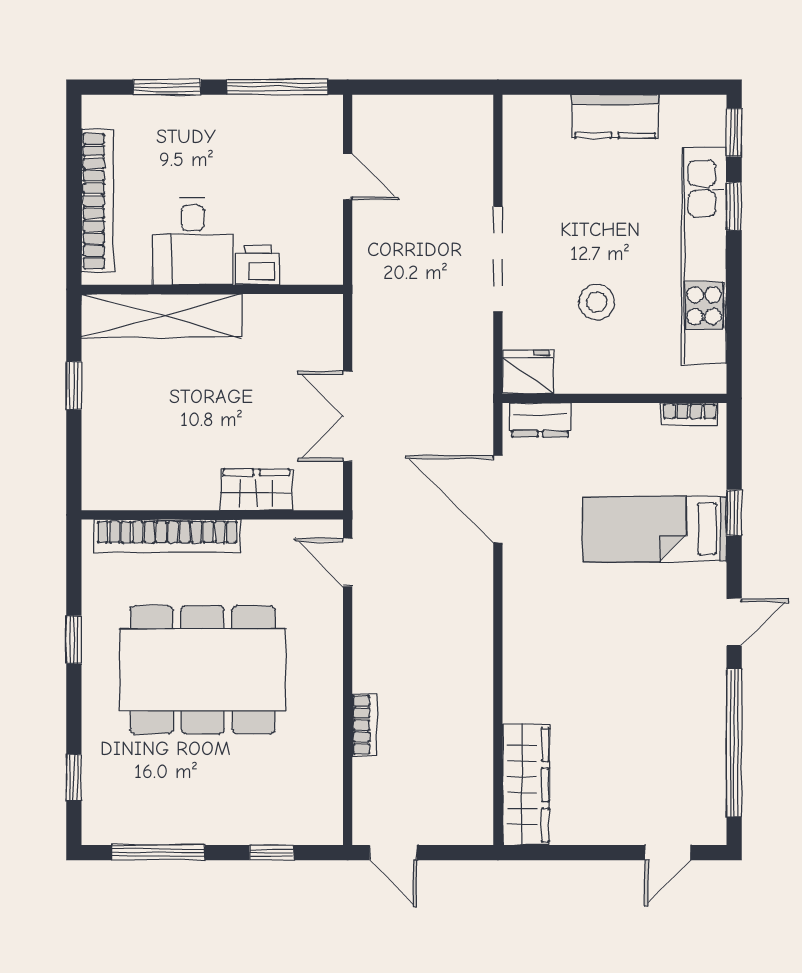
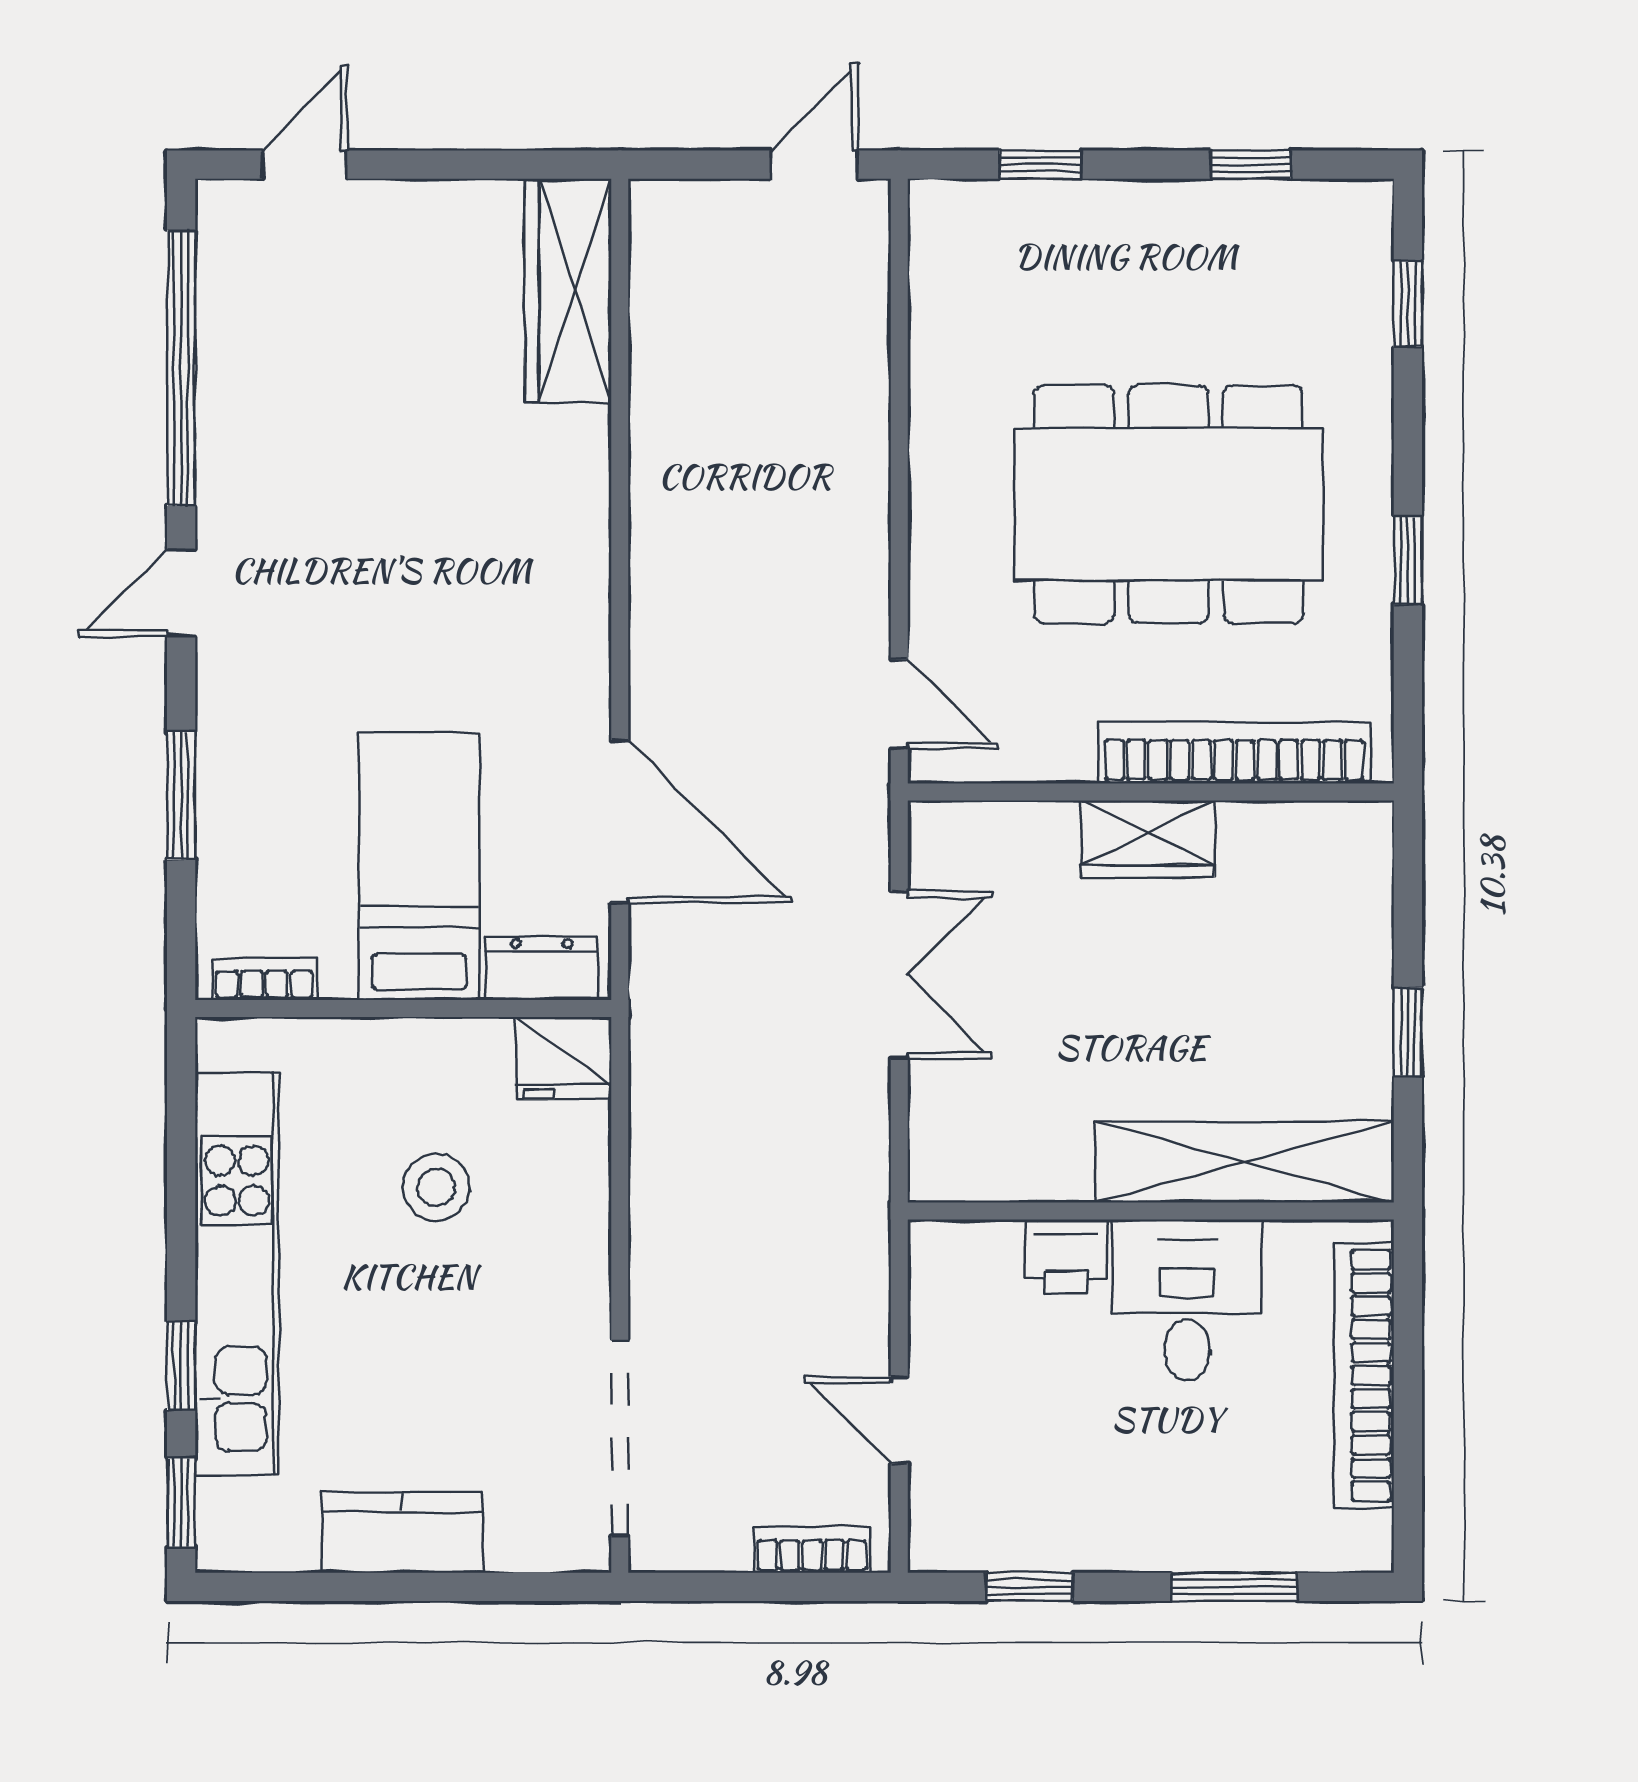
window: (277, 87) -> (1029, 1587), width x0.46
doorway: (498, 259) -> (620, 1438), moved
wardrobe: (256, 490) -> (1148, 839), moved
window: (734, 513) -> (181, 796), width x1.50
bed: (654, 529) -> (419, 866), moved, turned -90
bookcase: (365, 725) -> (812, 1550), moved, turned 90
window: (158, 853) -> (1251, 165), width x0.46
door: (393, 853) -> (814, 165), hinge flipped

